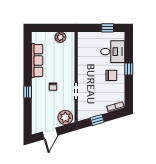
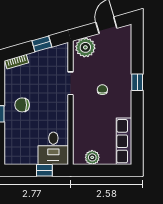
window: (108, 28) -> (44, 170), moved
desk: (113, 52) -> (53, 148), moved, turned -90
row of seats: (37, 60) -> (124, 141), moved

